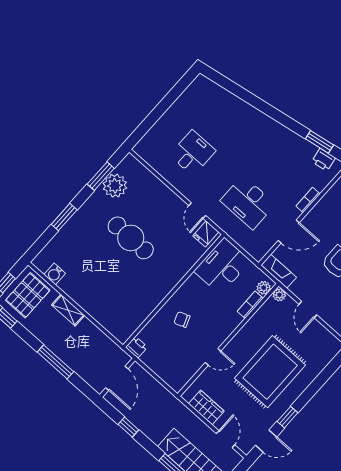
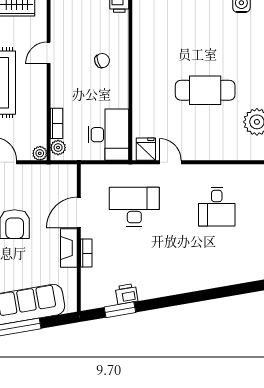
printer: (323, 160) -> (127, 294), moved
fireplace: (279, 271) -> (69, 248), moved, turned 90

